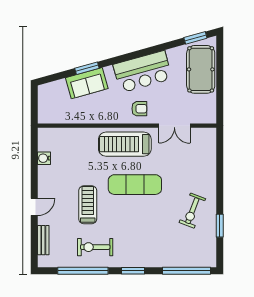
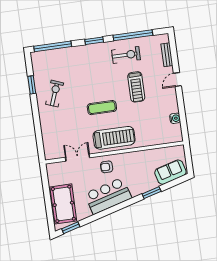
sofa: (87, 83) -> (170, 172), moved
exercise mat: (135, 185) -> (102, 108), width x0.73, depth x0.69

